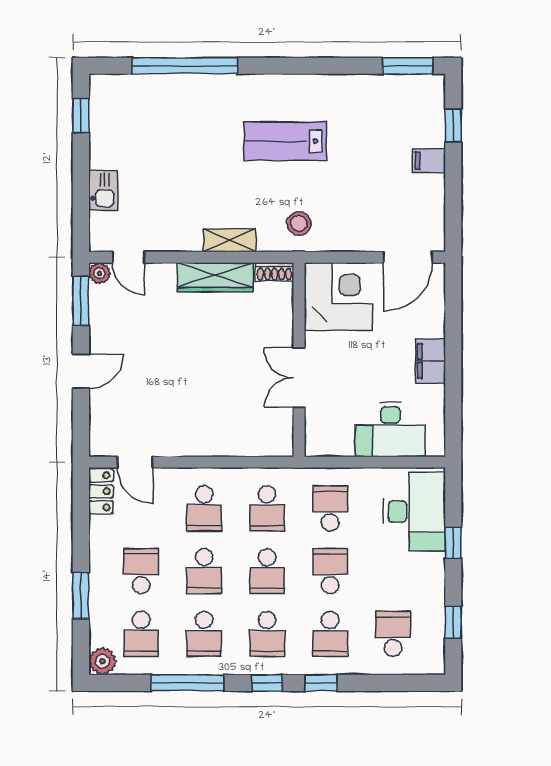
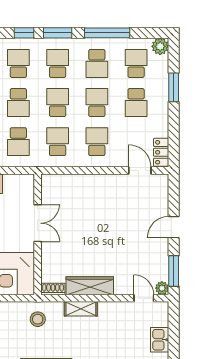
school desk: (204, 634) -> (97, 63), turned 180
window: (267, 683) -> (58, 33), width x1.50

